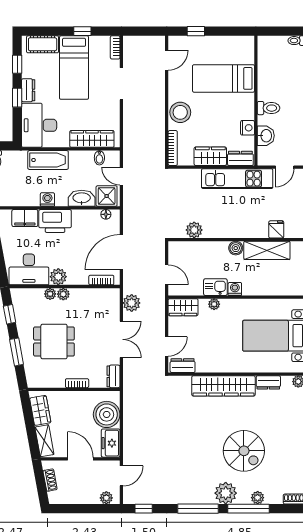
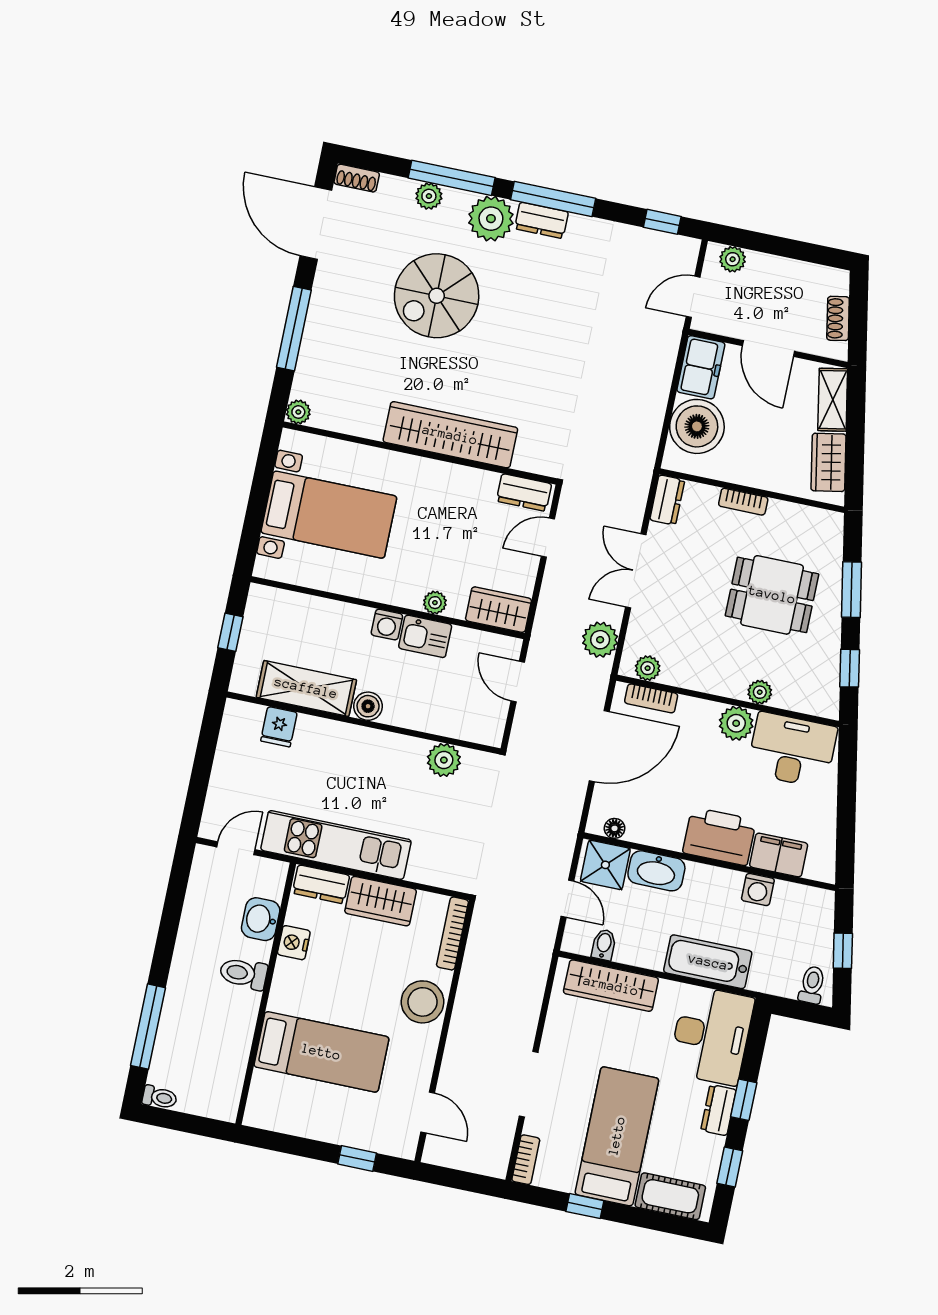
door: (167, 60) -> (428, 1112), swing flipped
washing machine: (47, 199) -> (758, 889), moved
plant: (63, 294) -> (648, 668), moved
dresser: (268, 382) -> (541, 220), moved, turned 180
spiral stairs: (244, 451) -> (437, 296), turned -90

